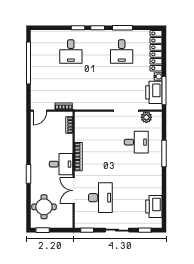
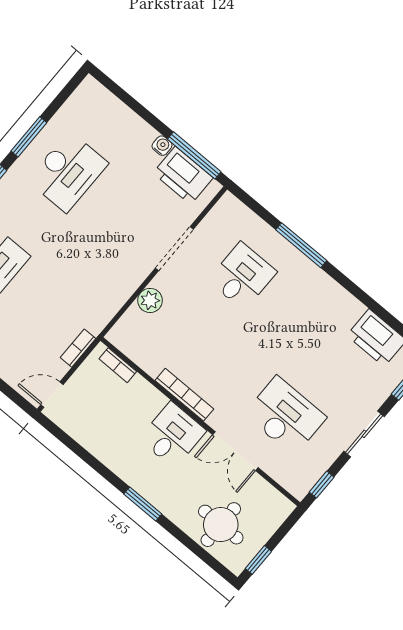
desk: (122, 51) -> (68, 172), width x1.37
locker: (156, 51) -> (116, 113), removed
door: (40, 111) -> (52, 395), swing flipped
plant: (146, 117) -> (150, 300), moved

